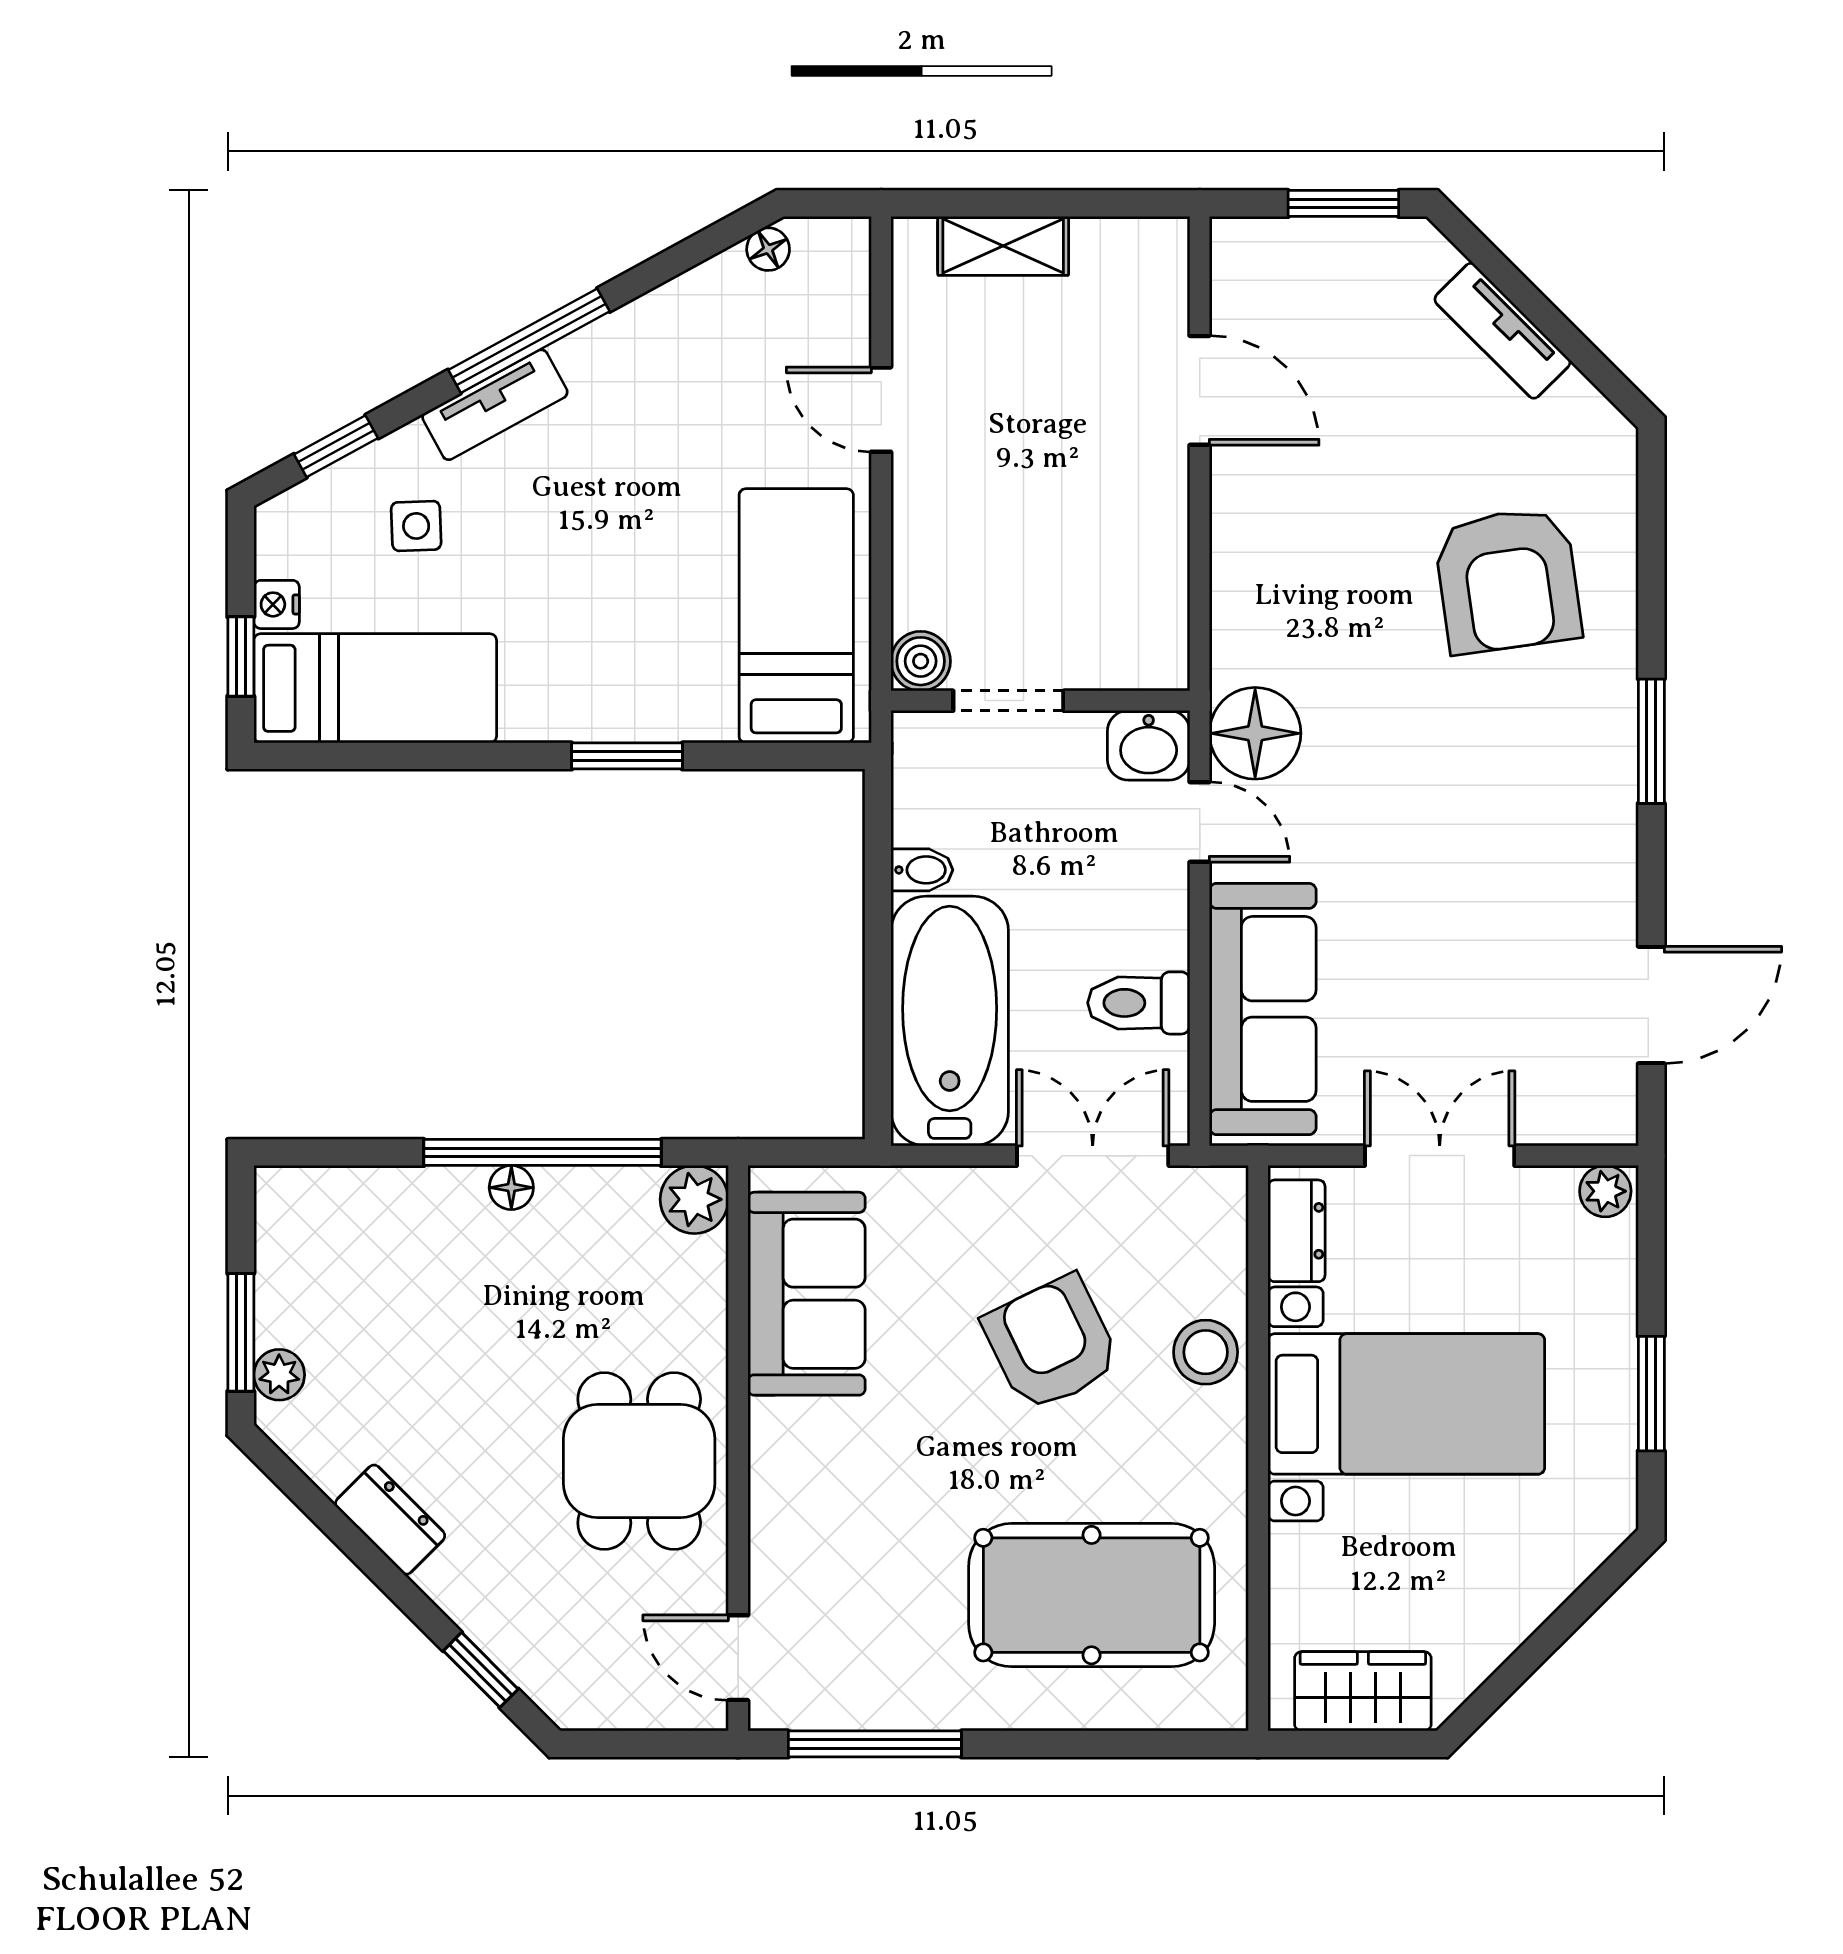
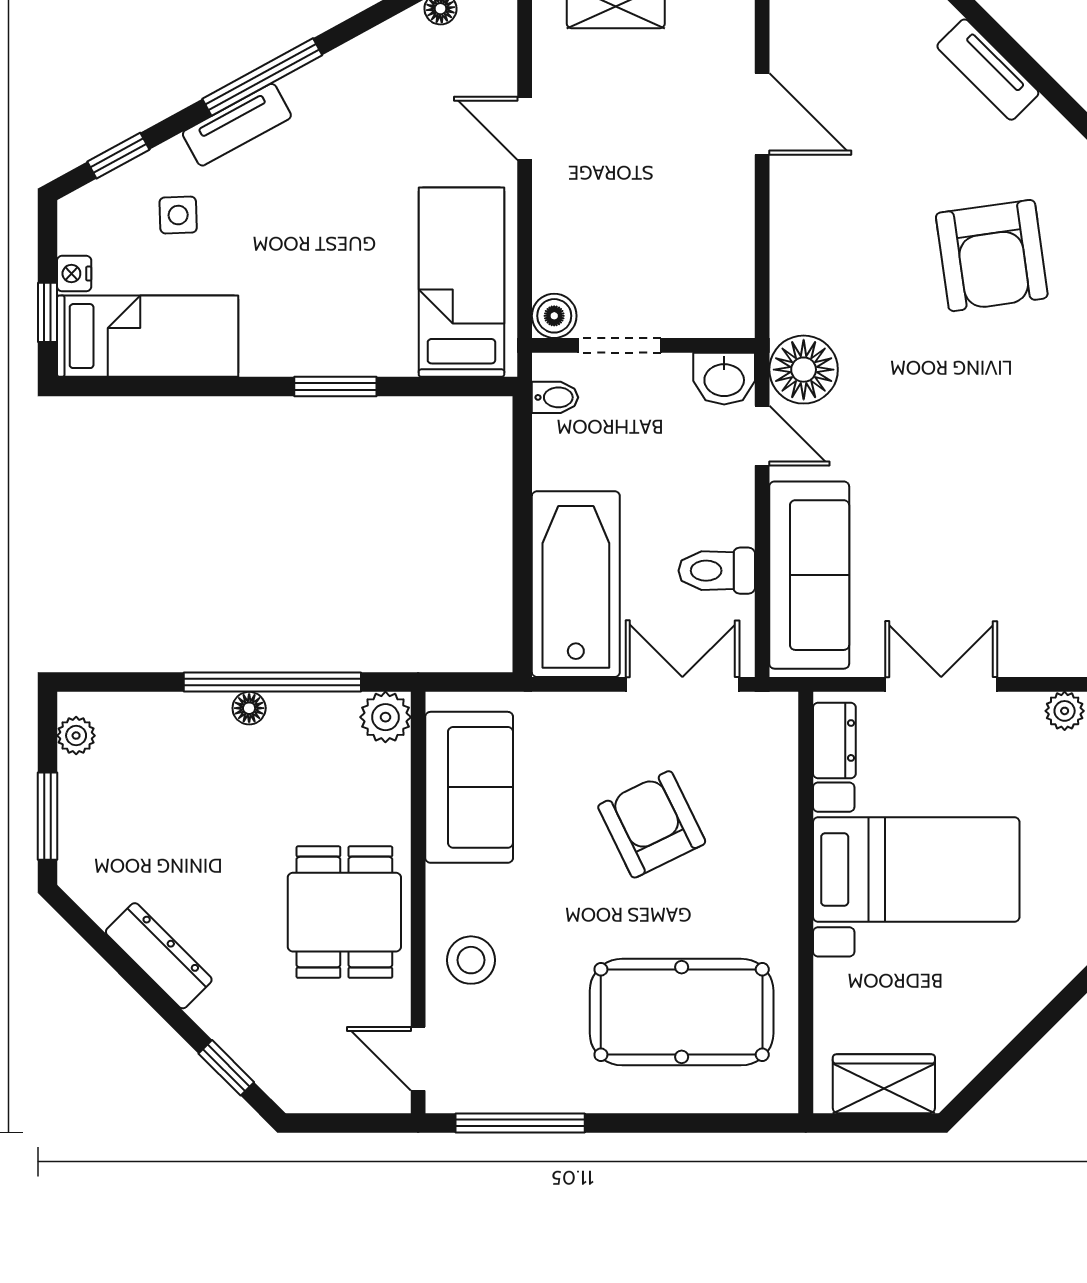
bidet: (922, 870) -> (555, 397), moved
stool: (1206, 1352) -> (471, 960), moved
plant: (279, 1375) -> (76, 736), moved
dresser: (390, 1520) -> (159, 956), width x1.44

